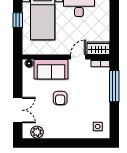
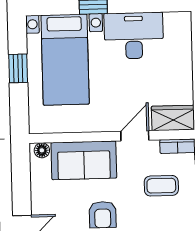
coffee table: (91, 84) -> (161, 186), added

